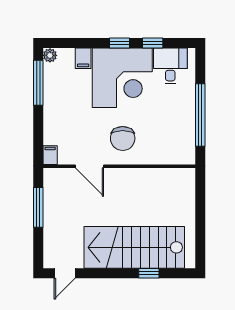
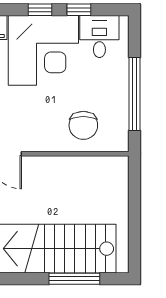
chair: (123, 138) -> (83, 125), moved
window: (149, 273) -> (74, 279), width x2.17

